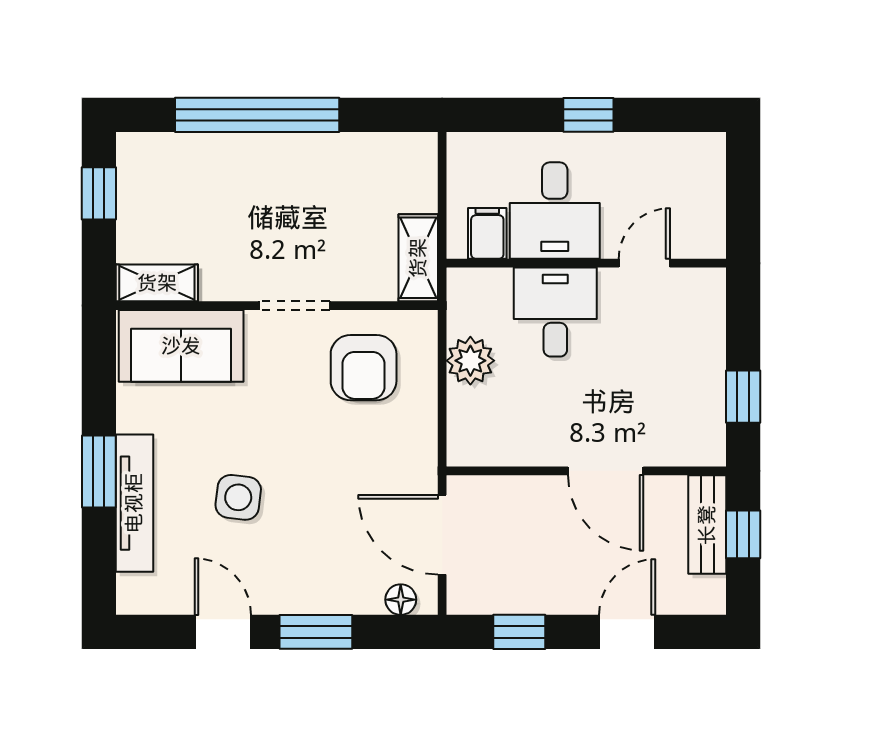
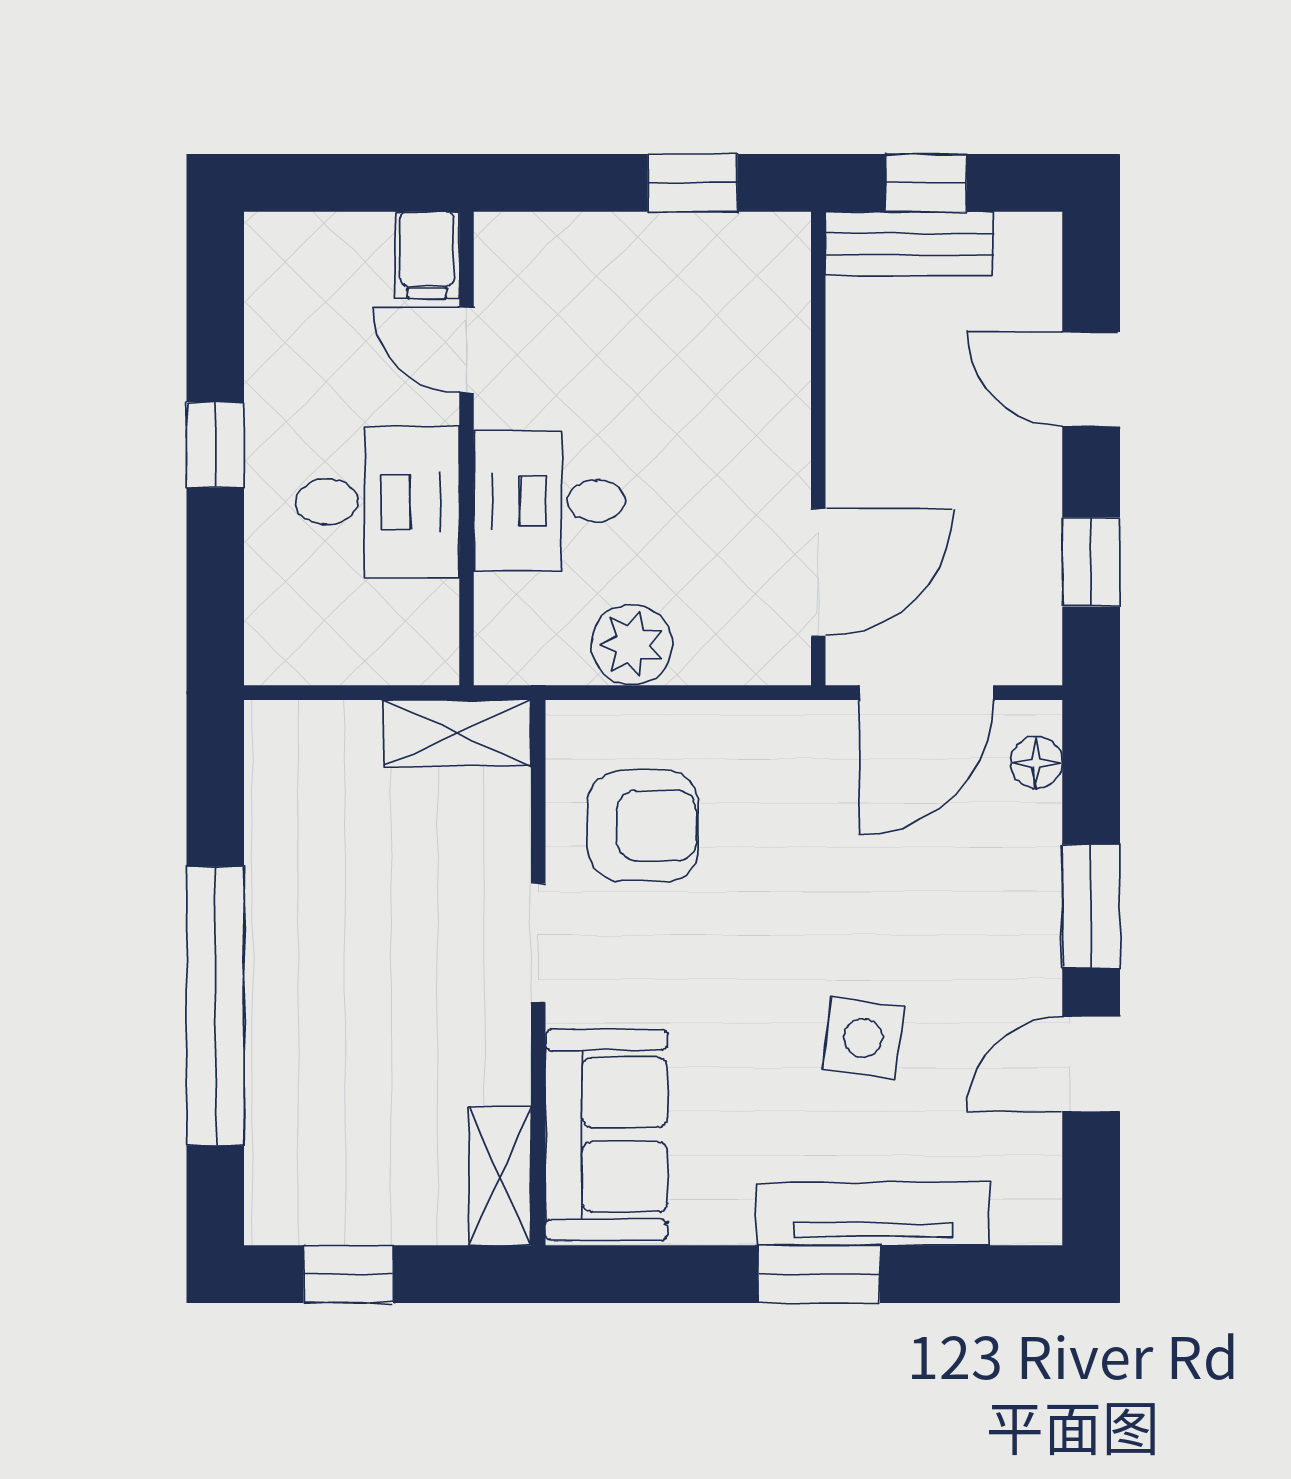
filing cabinet: (487, 233) -> (427, 255), moved, turned -90
door: (606, 471) -> (818, 573), moved

